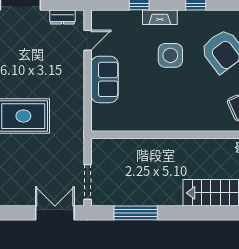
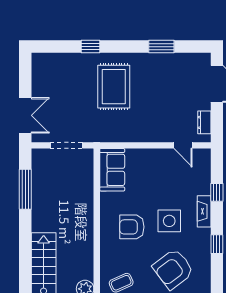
sofa: (105, 79) -> (112, 170), moved, turned -90
armchair: (177, 96) -> (132, 227), added
doorway: (88, 182) -> (66, 145), moved

